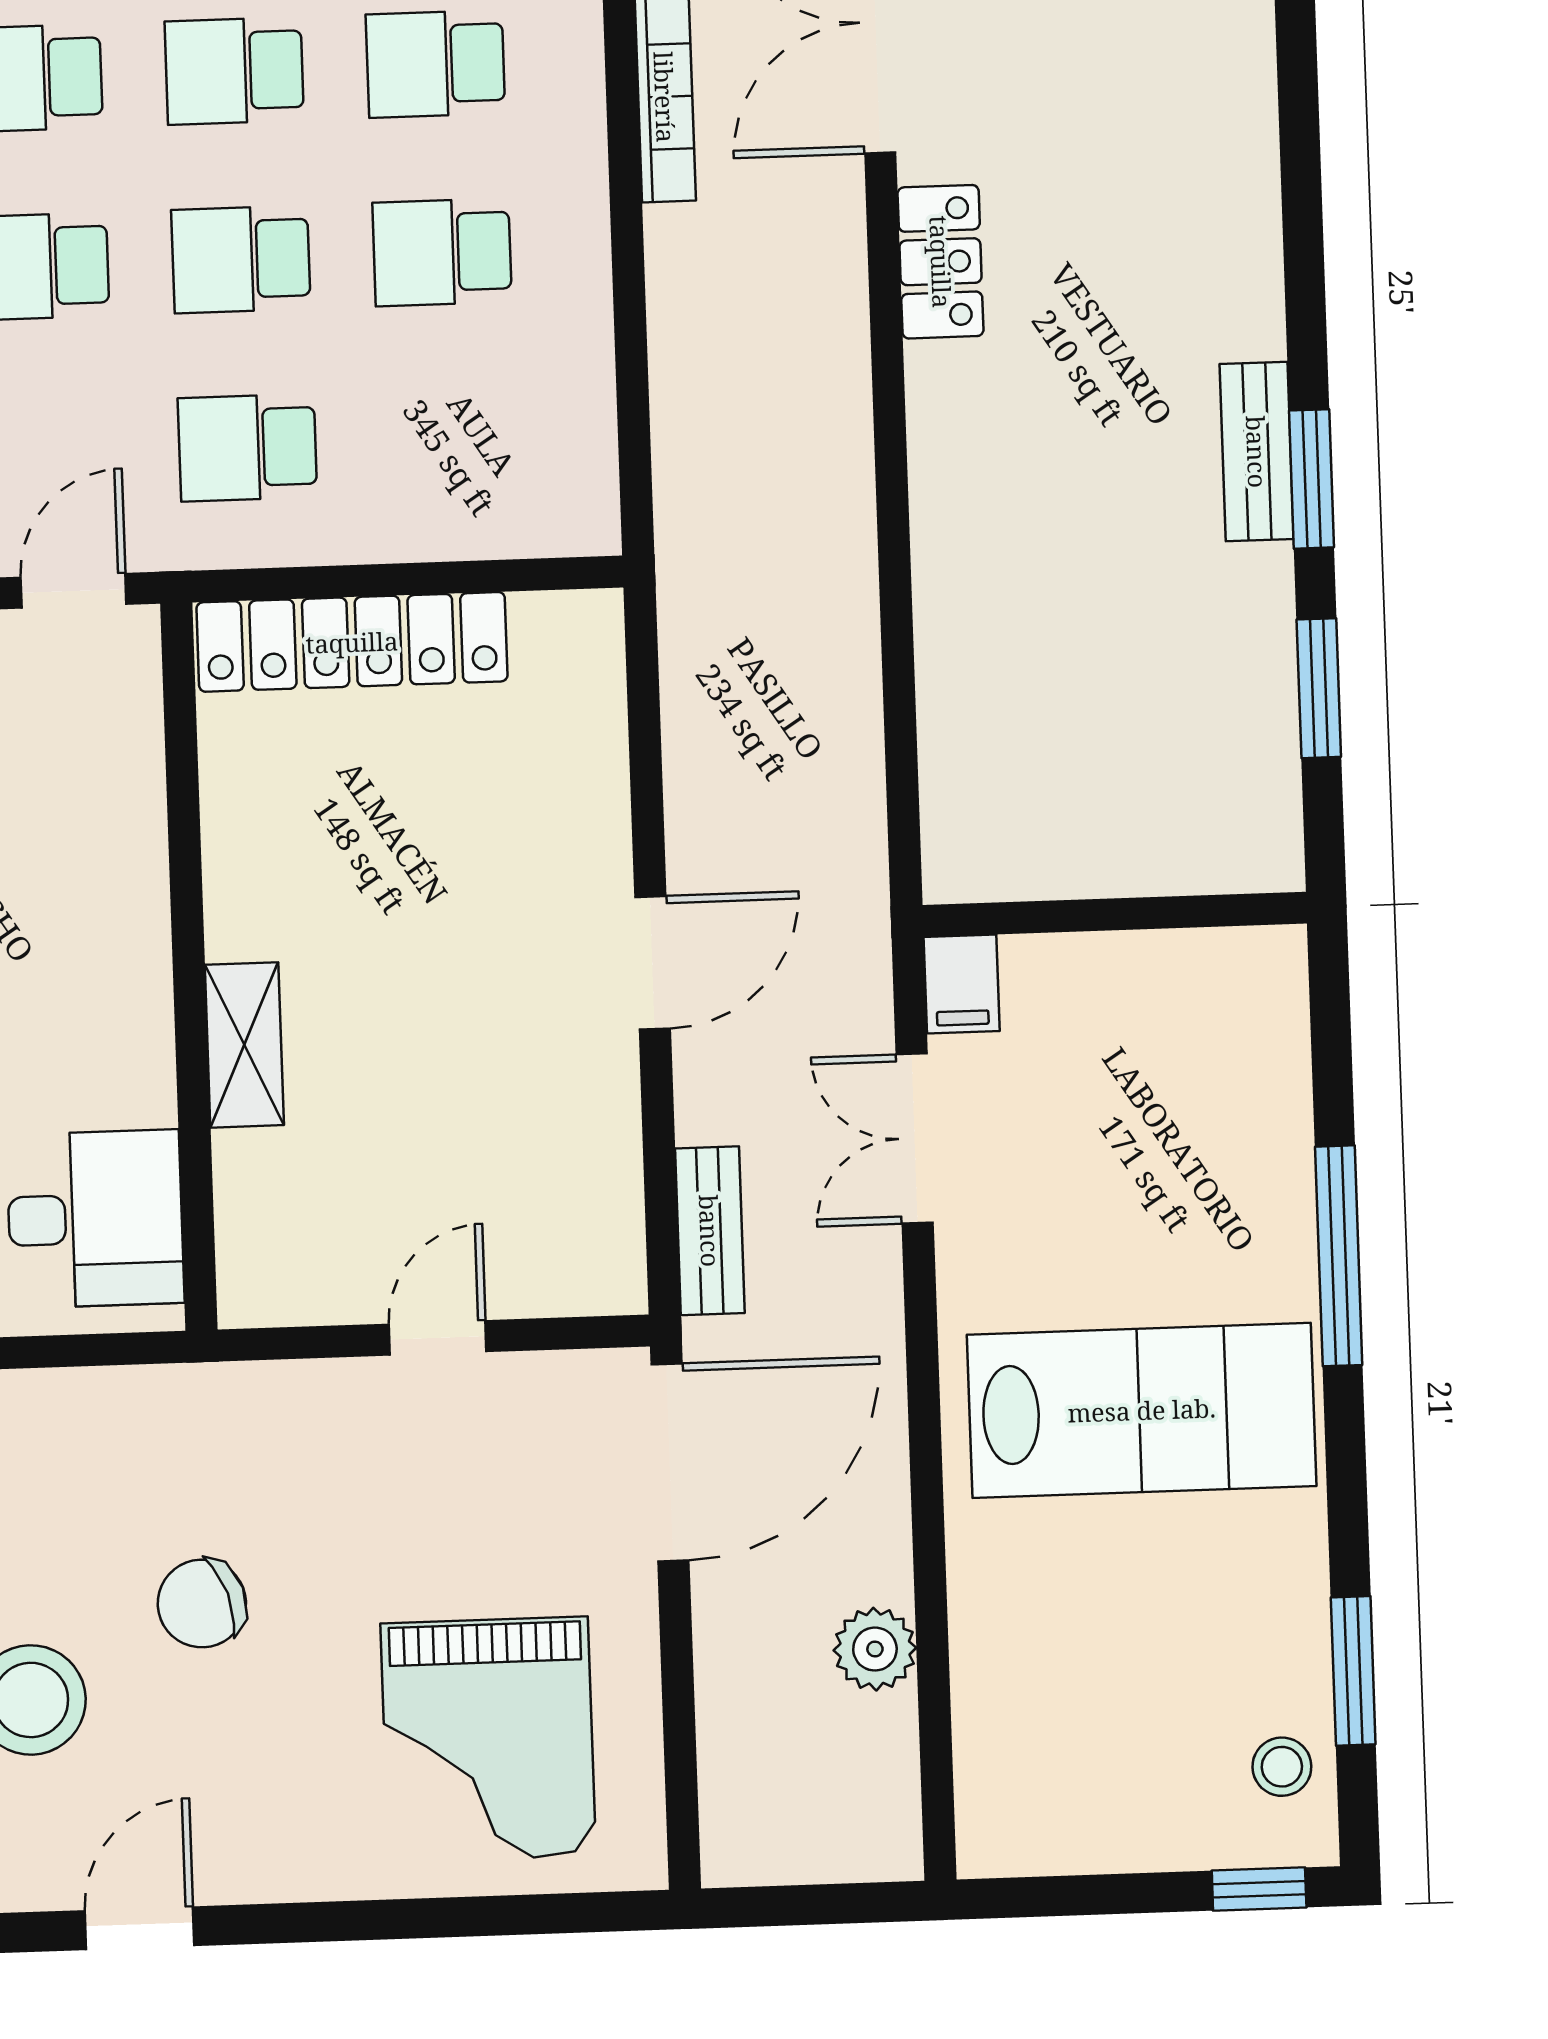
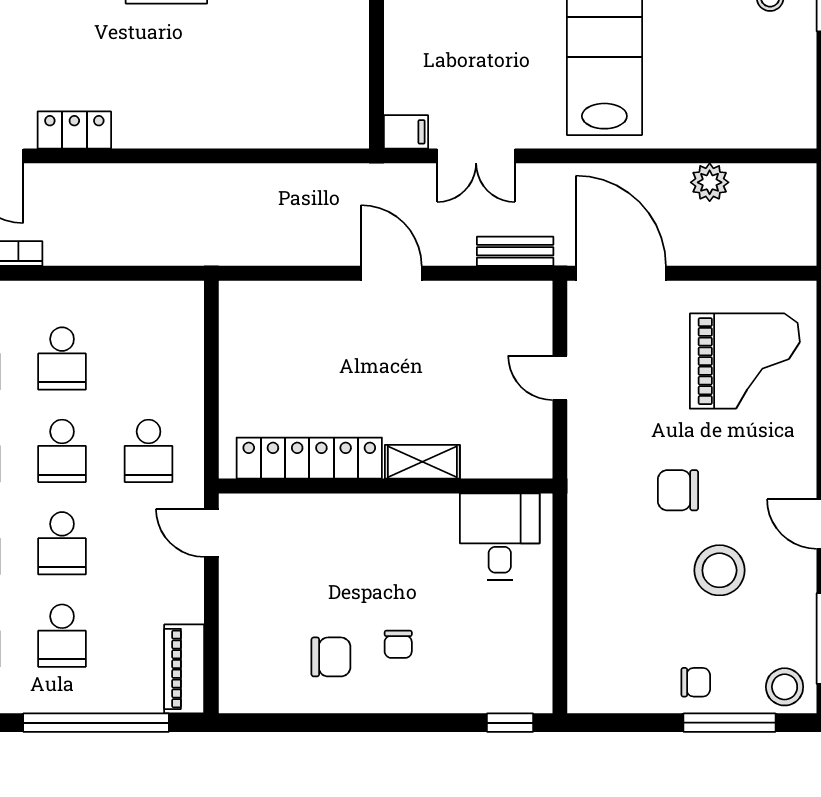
locker: (352, 642) -> (309, 458), moved, turned -90
chair: (202, 1603) -> (678, 490), turned 109

